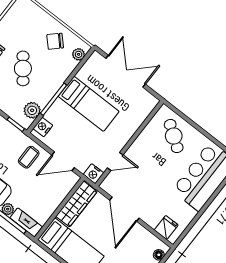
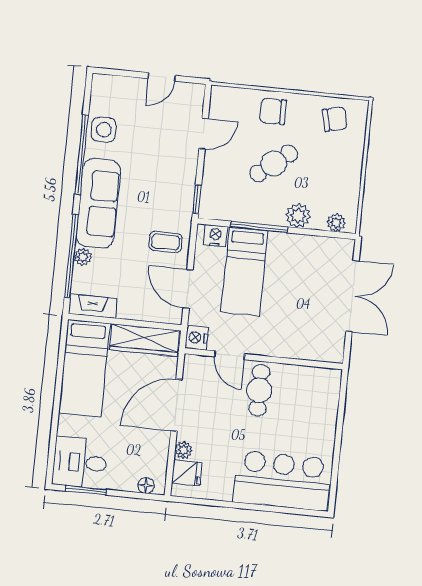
chair: (55, 41) -> (335, 119), moved, turned 121
bed: (89, 104) -> (244, 272), moved
plant: (32, 110) -> (298, 216), moved
cafe table: (174, 136) -> (259, 390), moved, turned -35
plant: (152, 221) -> (183, 450), added
fireplace: (26, 222) -> (93, 306), moved, turned -90

